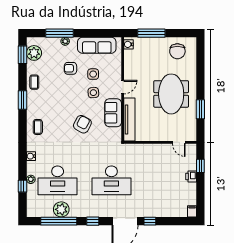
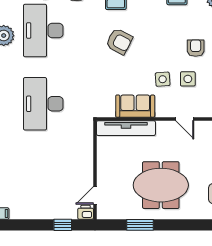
door: (123, 87) -> (185, 119), moved
armchair: (82, 124) -> (119, 41), moved
printer: (191, 177) -> (86, 212), moved

